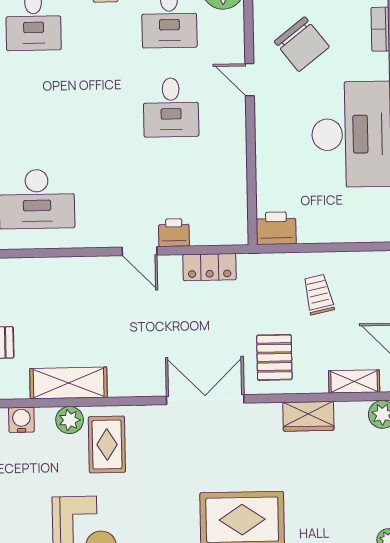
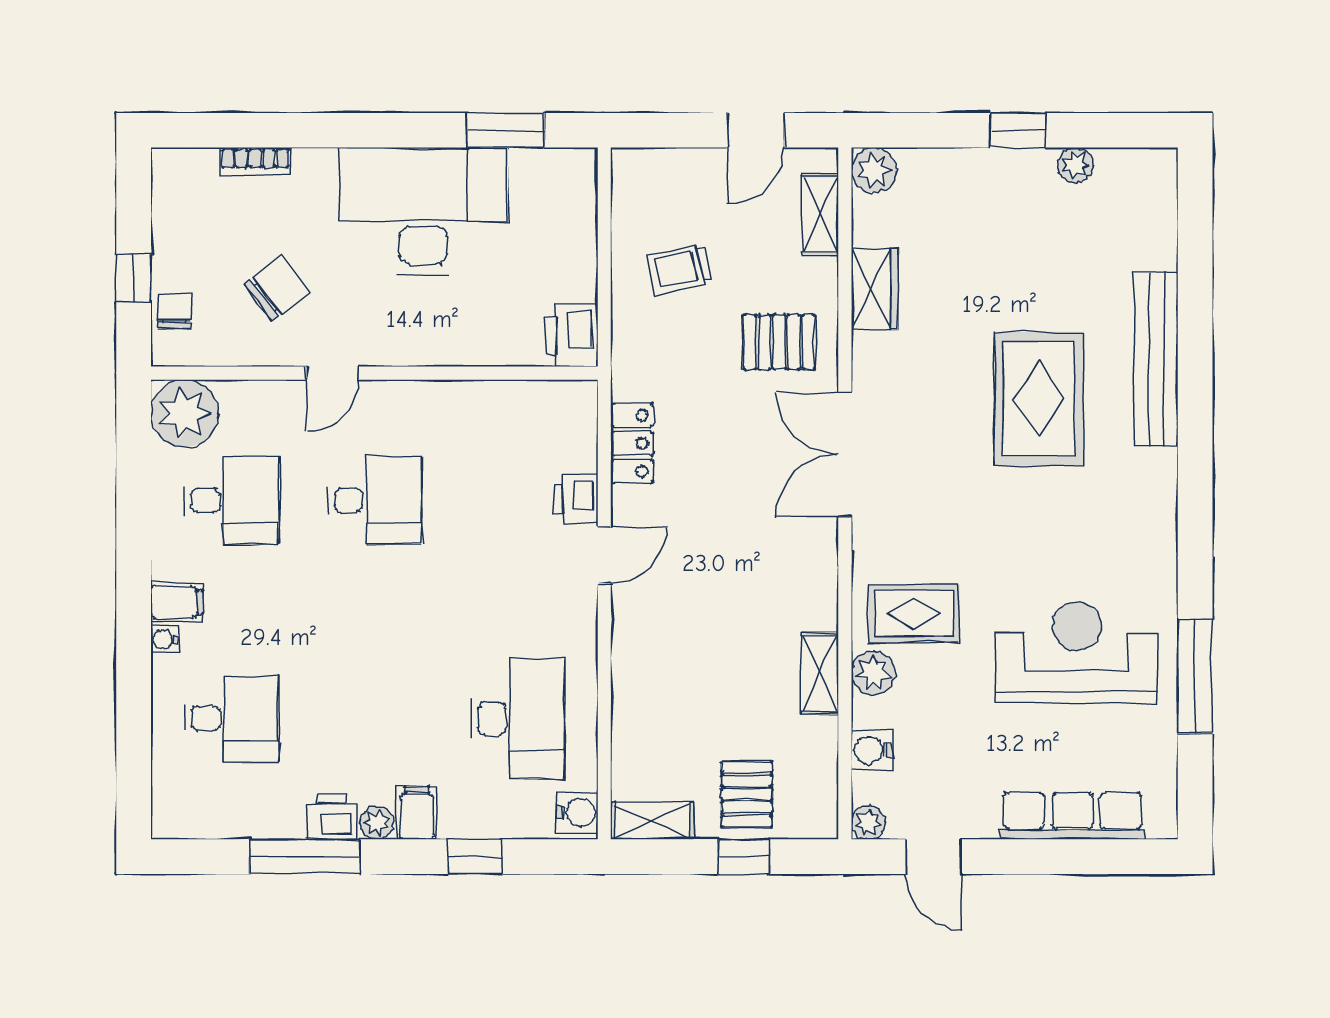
chair: (302, 44) -> (277, 288), width x0.73, depth x0.73
shelving: (69, 383) -> (820, 673), width x0.67, depth x0.75

